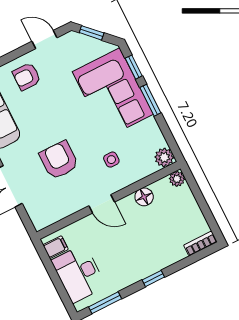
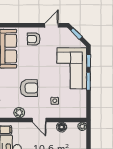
door: (45, 40) -> (52, 25), hinge flipped
plant: (164, 157) -> (19, 113), moved
armchair: (59, 160) -> (29, 88), turned 90

